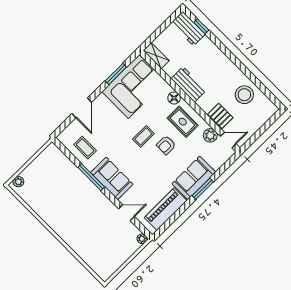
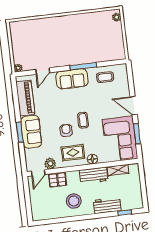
workbench: (188, 29) -> (107, 206), moved
shelving: (156, 56) -> (118, 170), moved
stool: (244, 95) -> (74, 201), moved
door: (82, 108) -> (134, 106), moved

